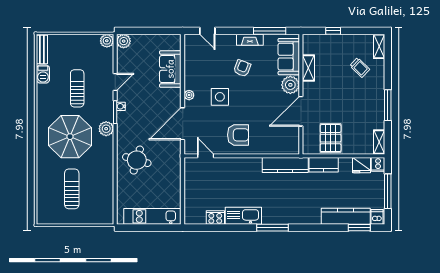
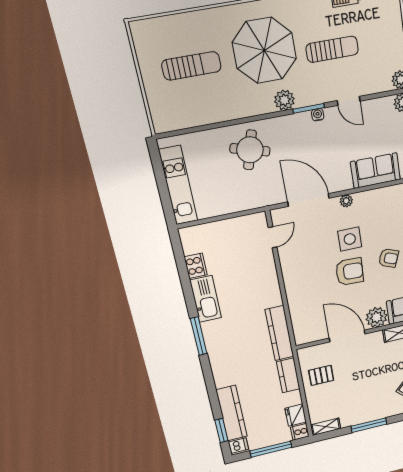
armchair: (238, 135) -> (350, 272), moved, turned -88
pallet: (331, 138) -> (321, 375), width x0.67, depth x0.71

